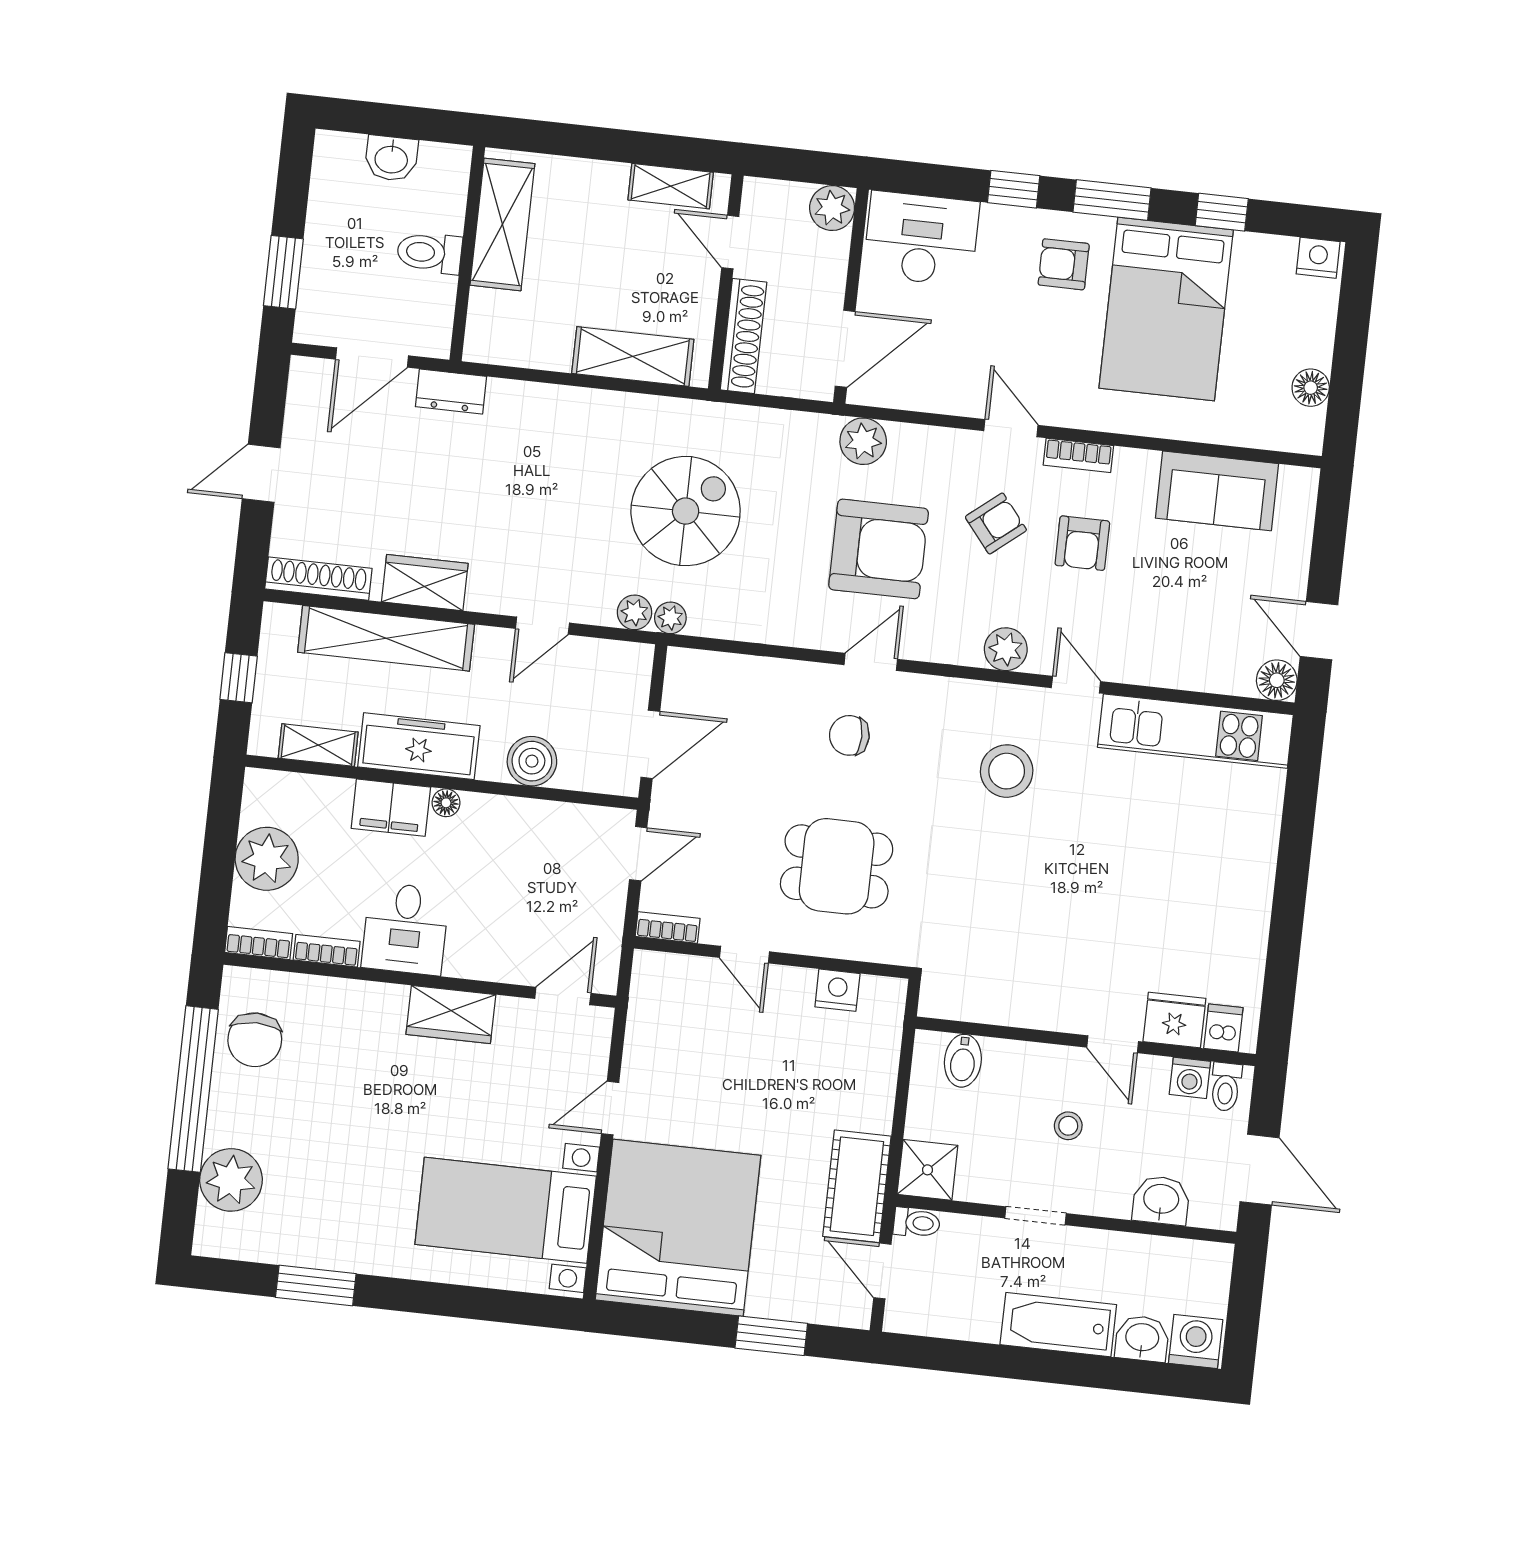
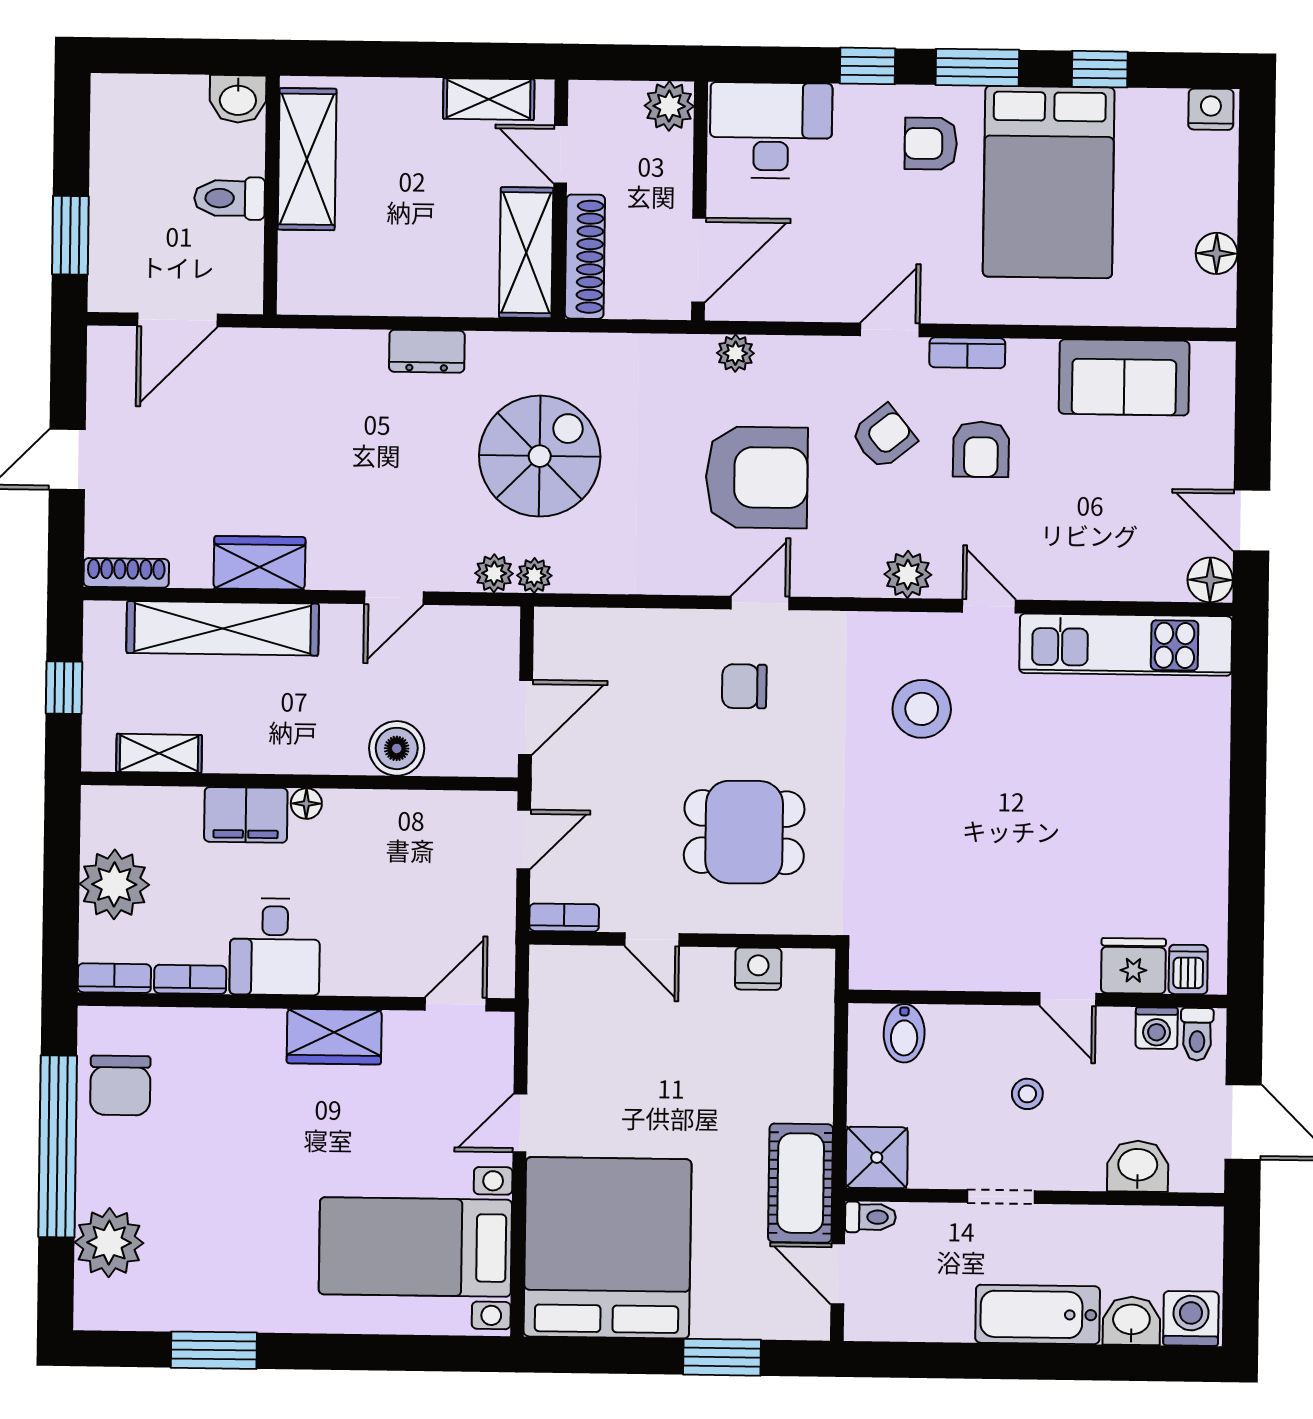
washbasin: (391, 158) -> (238, 99), moved
shelving: (633, 356) -> (526, 253), moved, turned 90
dresser: (451, 392) -> (427, 351), moved
door: (1011, 428) -> (890, 330), hinge flipped
plant: (863, 441) -> (735, 353), width x0.73, depth x0.73
shoe rack: (318, 579) -> (126, 573), width x0.74, depth x0.81
freezer: (419, 746) -> (270, 744), removed

